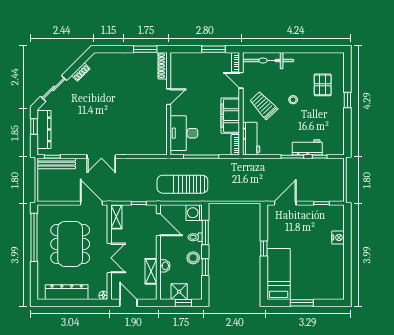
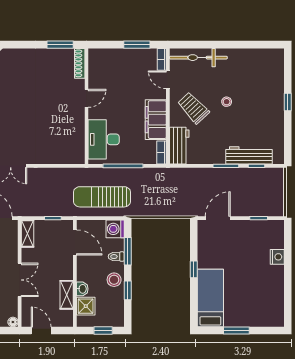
pallet: (323, 85) -> (260, 85), removed
workbench: (307, 147) -> (249, 155), width x1.38
shower: (179, 292) -> (86, 306), moved

